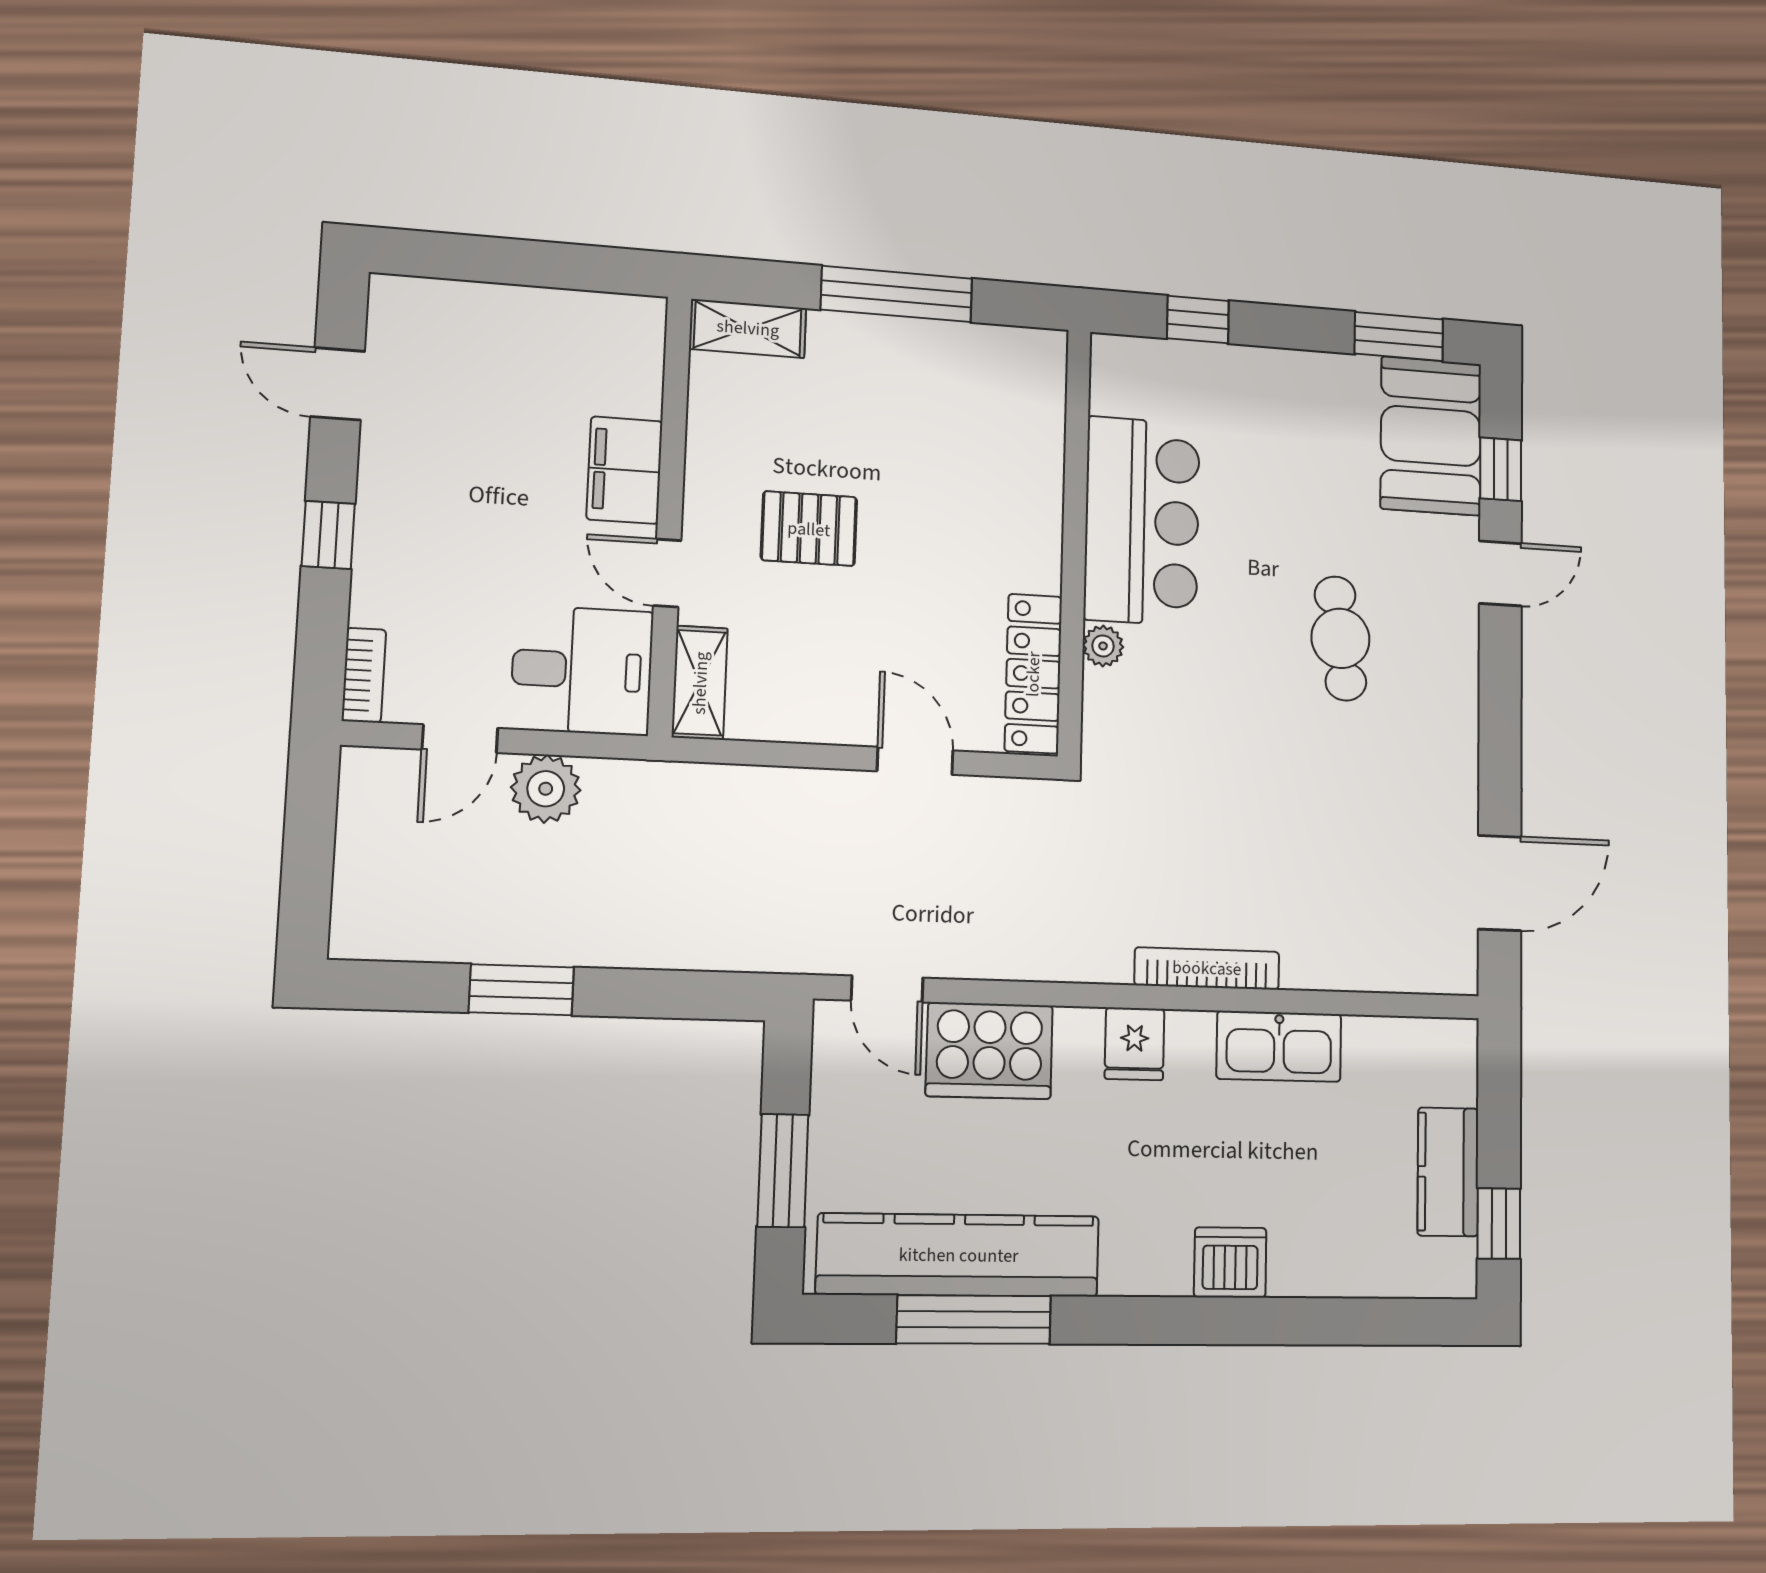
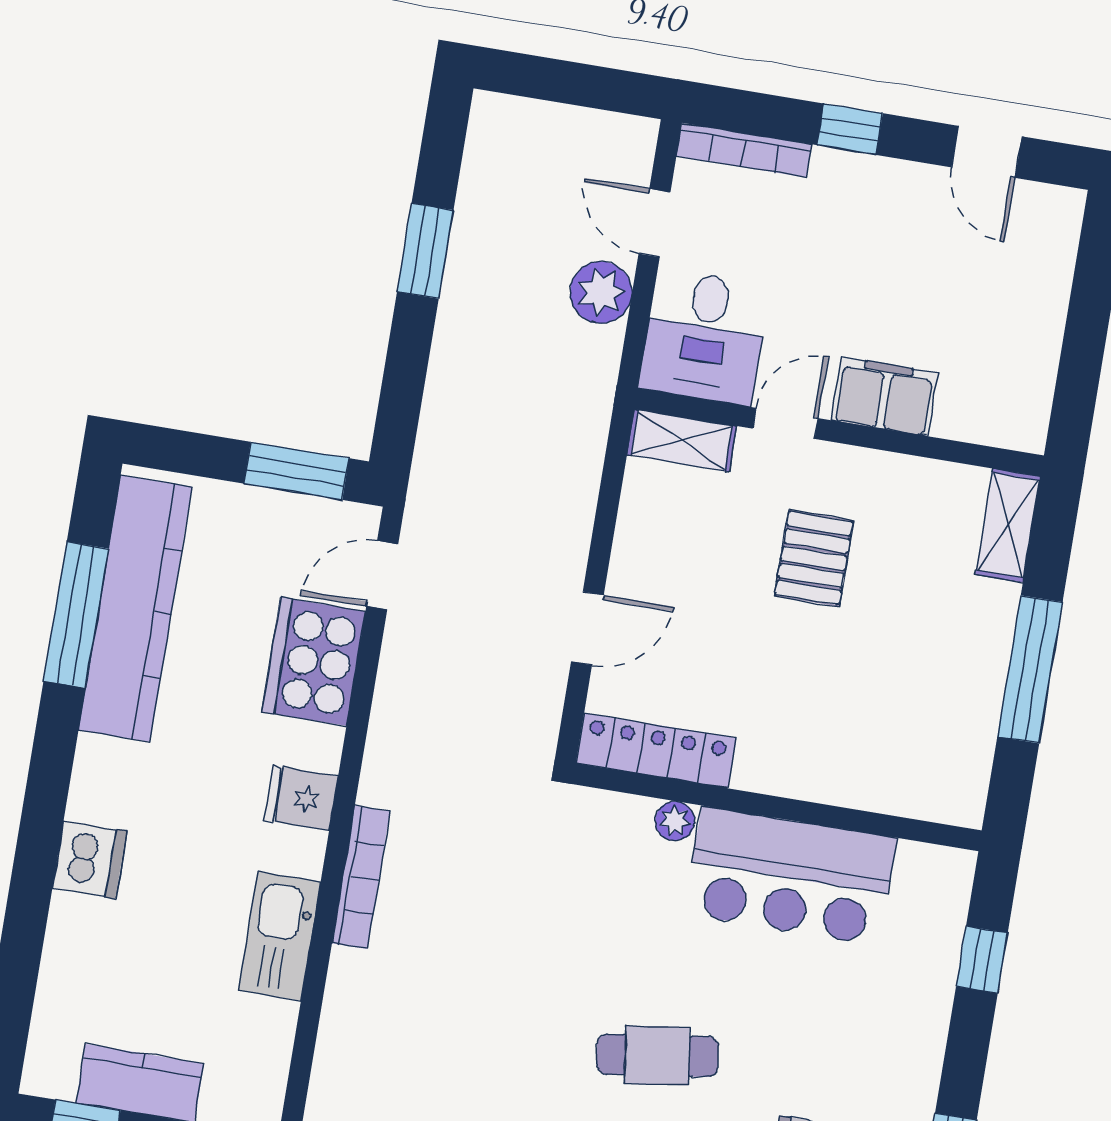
door: (338, 384) -> (987, 152), swing flipped
bookcase: (364, 675) -> (744, 150), width x1.56
window: (783, 1171) -> (296, 471), moved

